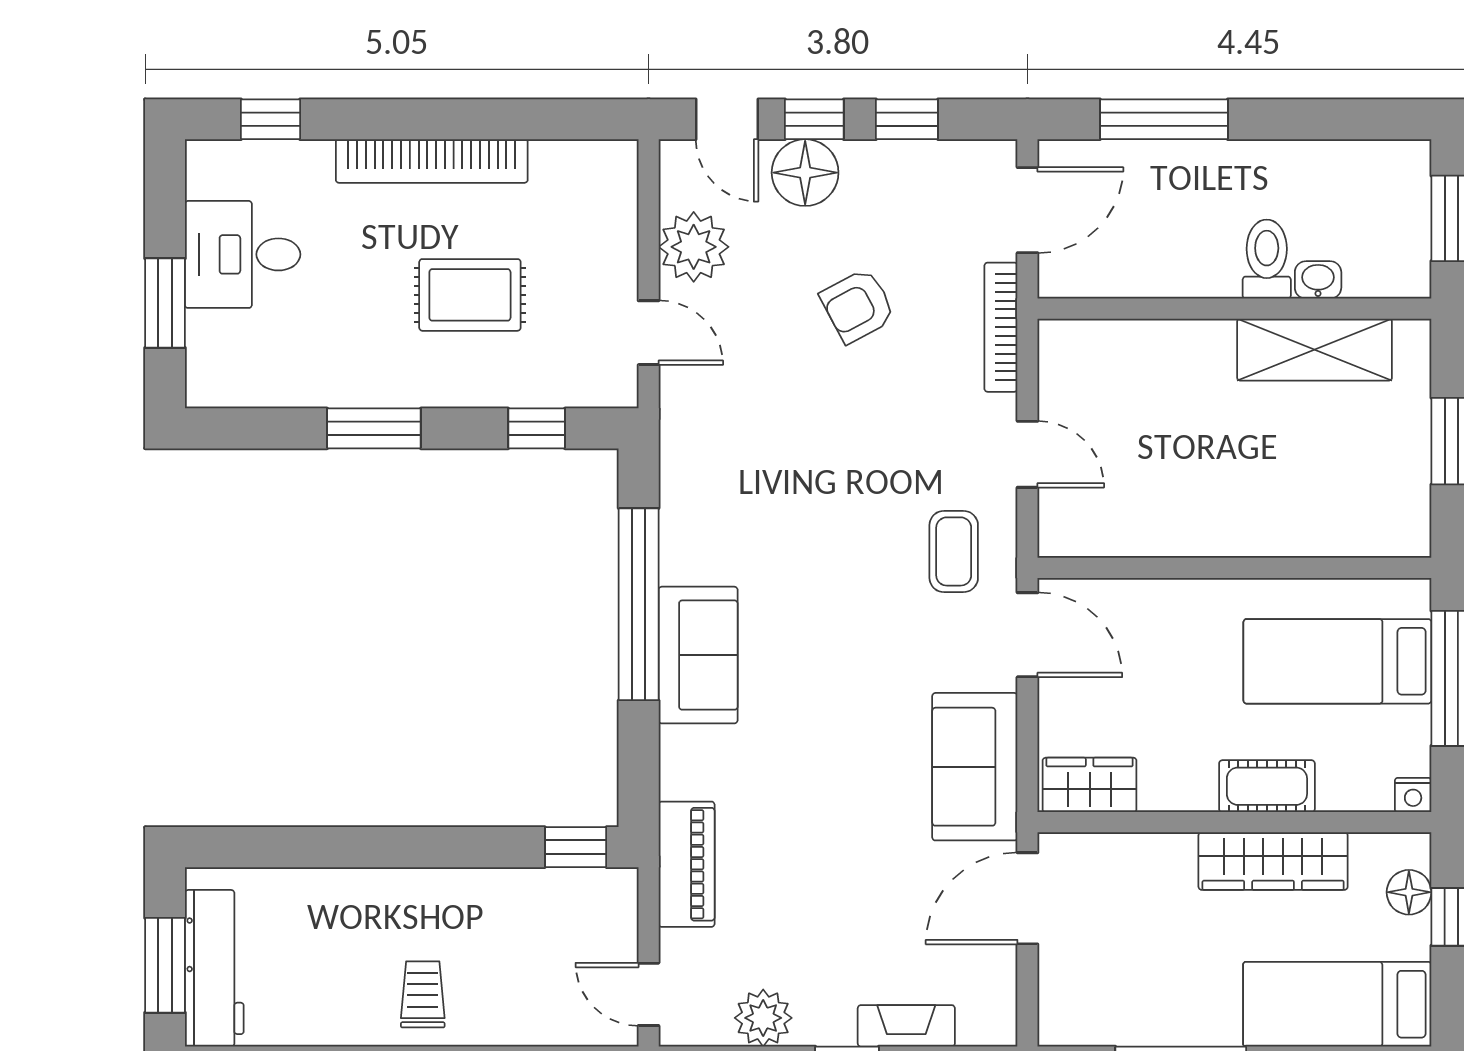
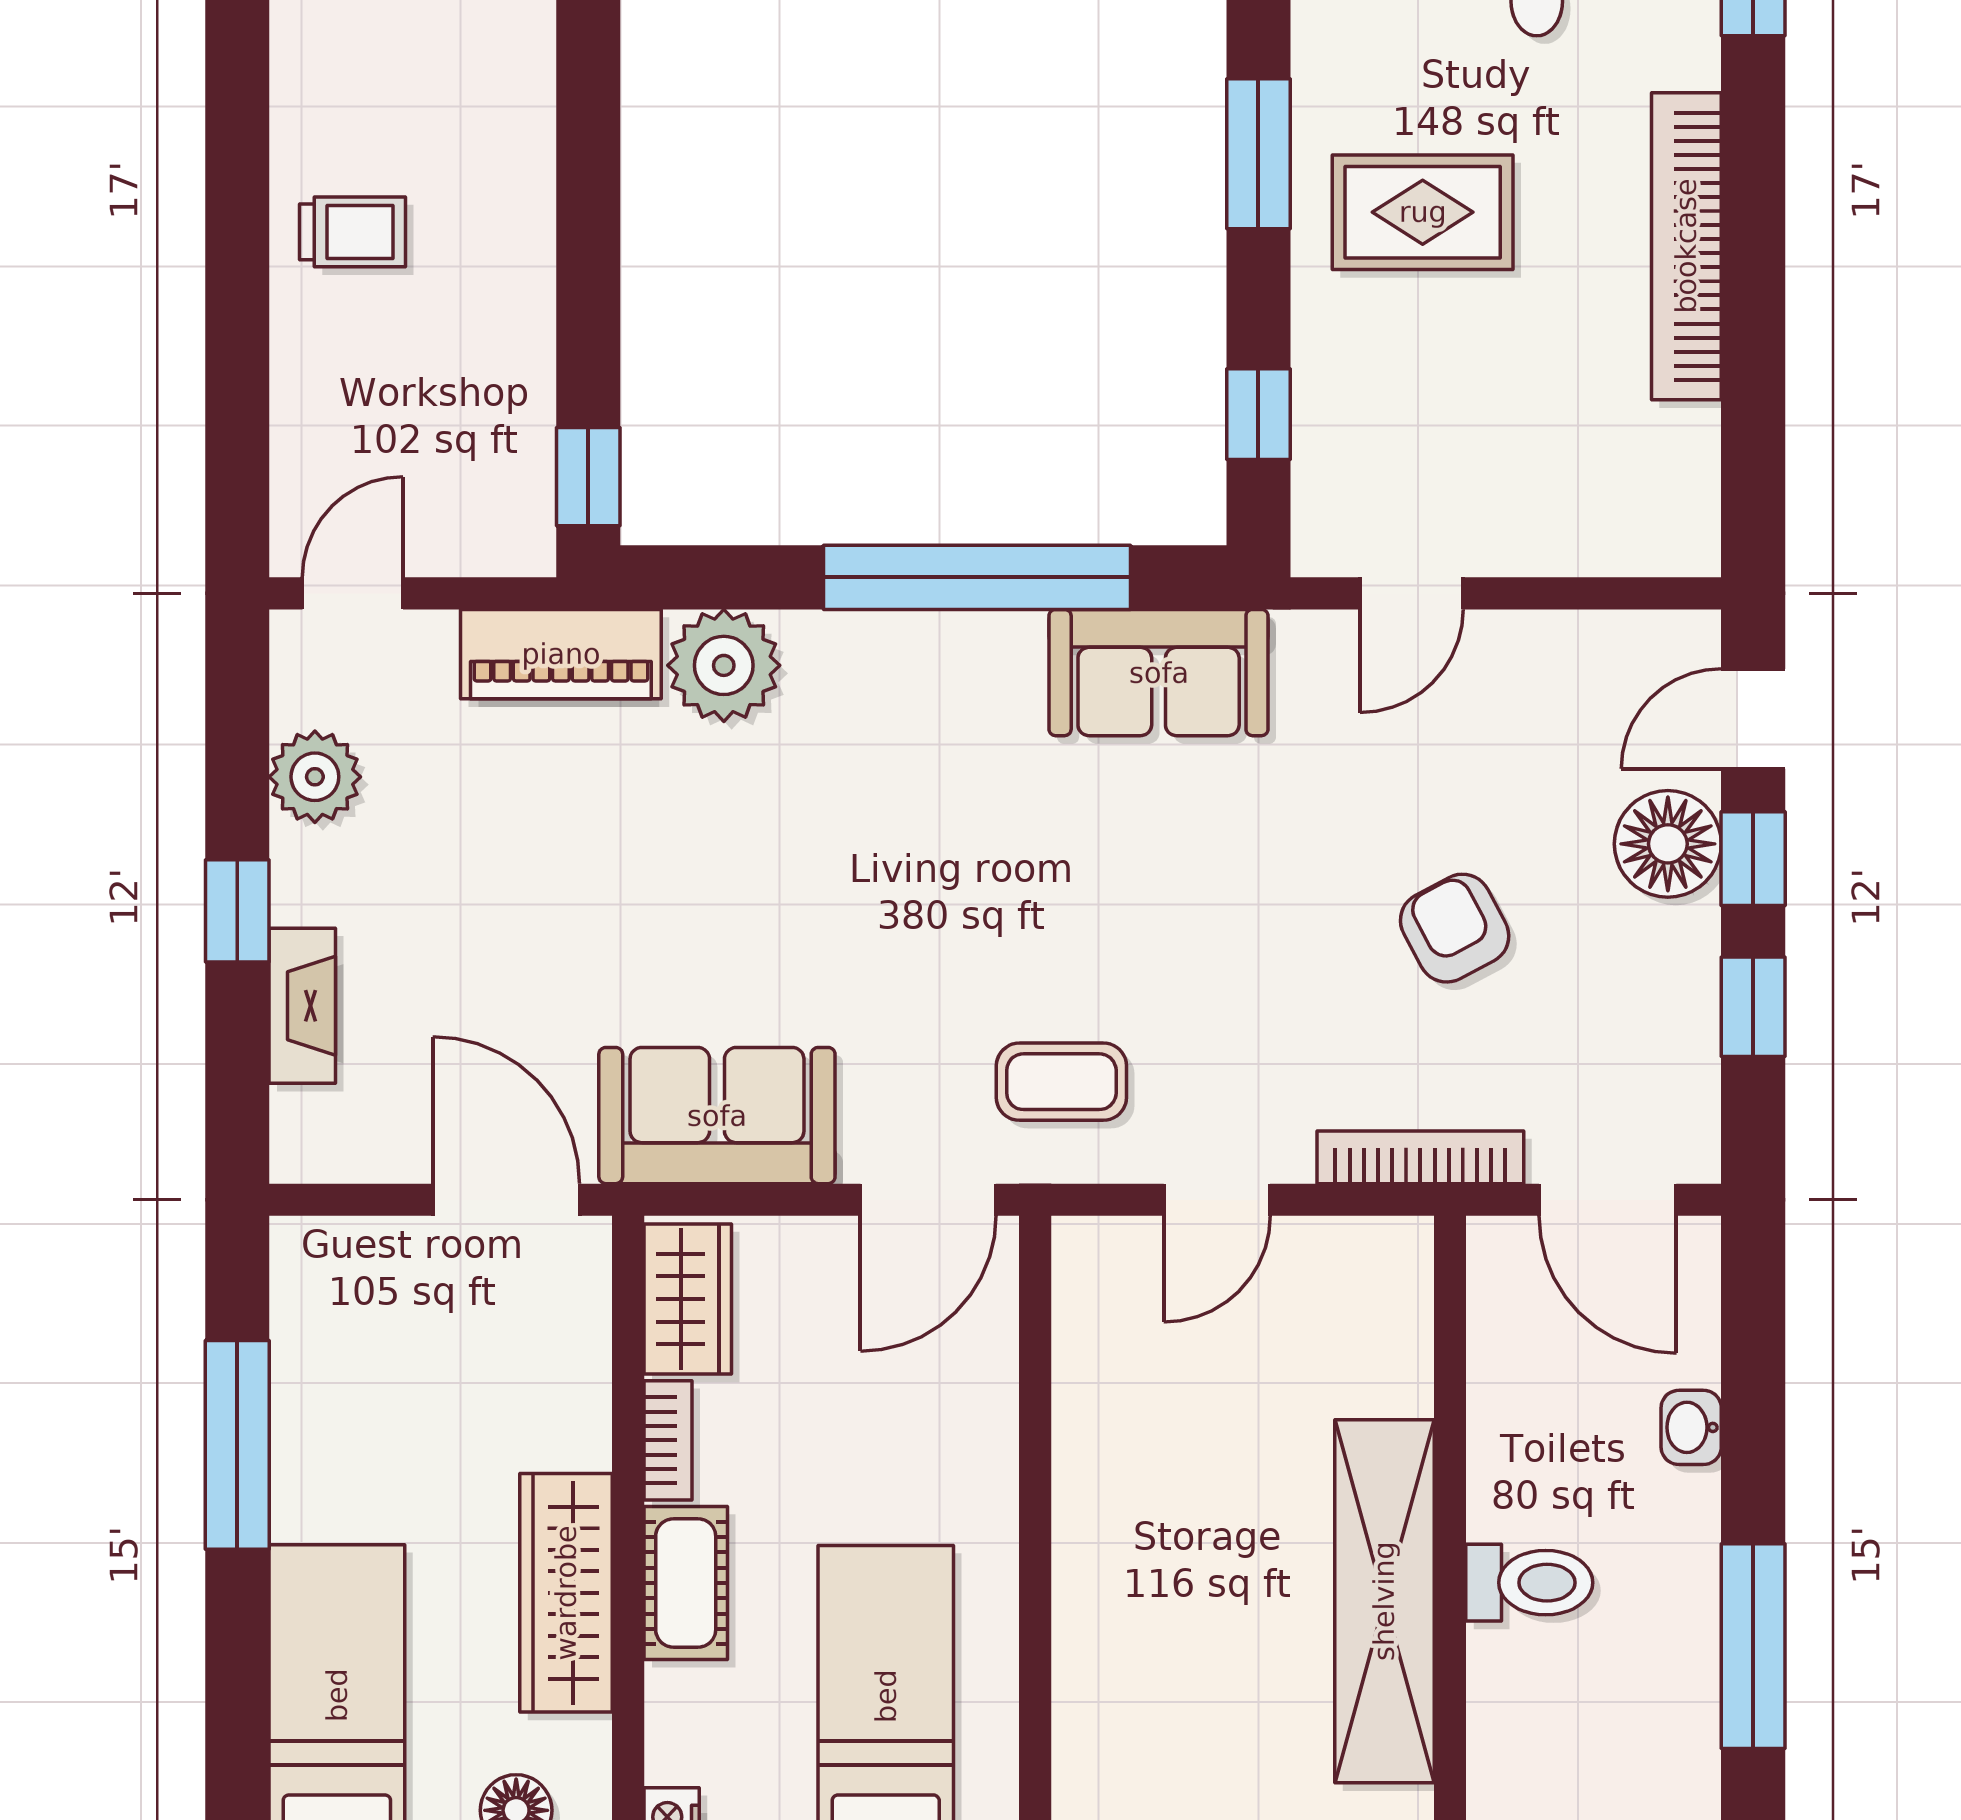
window: (1164, 119) -> (1753, 1646), moved
plant: (694, 247) -> (724, 665), moved
washbasin: (1318, 280) -> (1691, 1427), moved, turned 180
rug: (470, 295) -> (1423, 212), moved, turned 90
shelving: (1315, 350) -> (1384, 1601), width x1.47
sofa: (698, 655) -> (1159, 673), moved
bookcase: (1178, 797) -> (668, 1440), added

